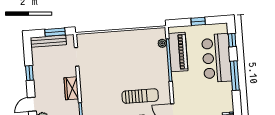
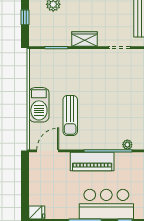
piano: (178, 52) -> (92, 162), moved

